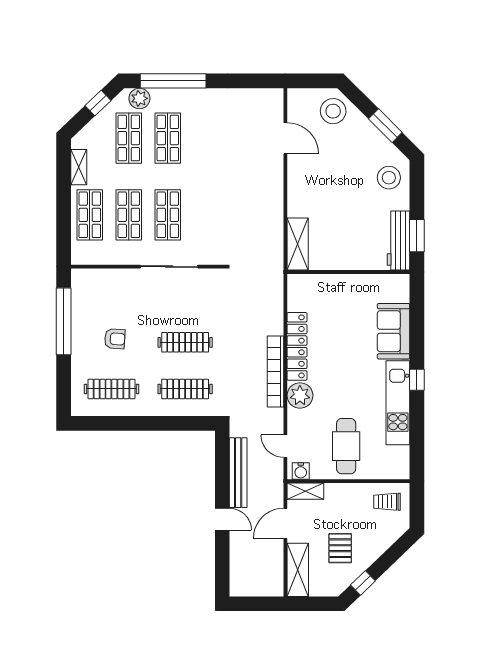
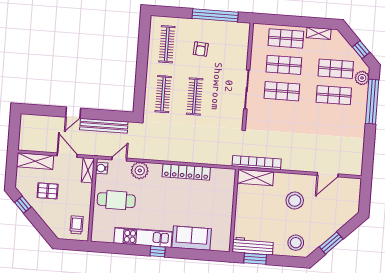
stool: (333, 111) -> (295, 201), moved
bookcase: (275, 372) -> (257, 163), moved
plant: (300, 395) -> (140, 170), moved

